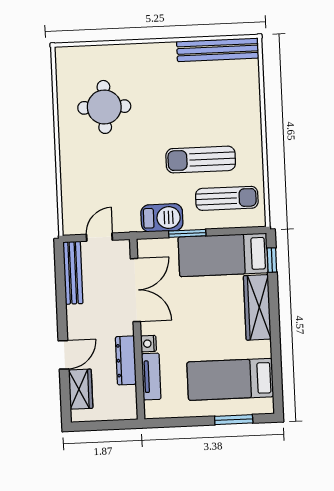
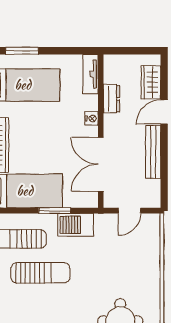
bench: (73, 273) -> (153, 152), moved
dresser: (126, 360) -> (111, 99), width x0.70
tv unit: (151, 376) -> (90, 74), moved

